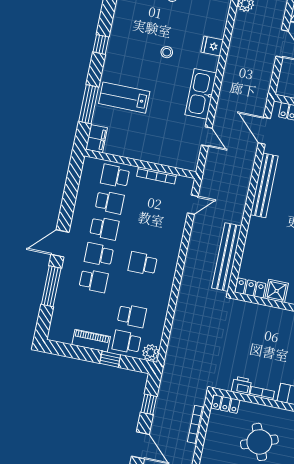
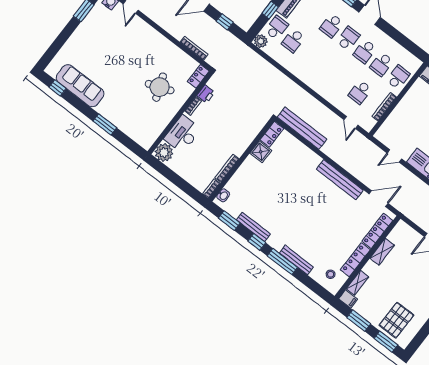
school desk: (143, 263) -> (360, 92), moved, turned 180

